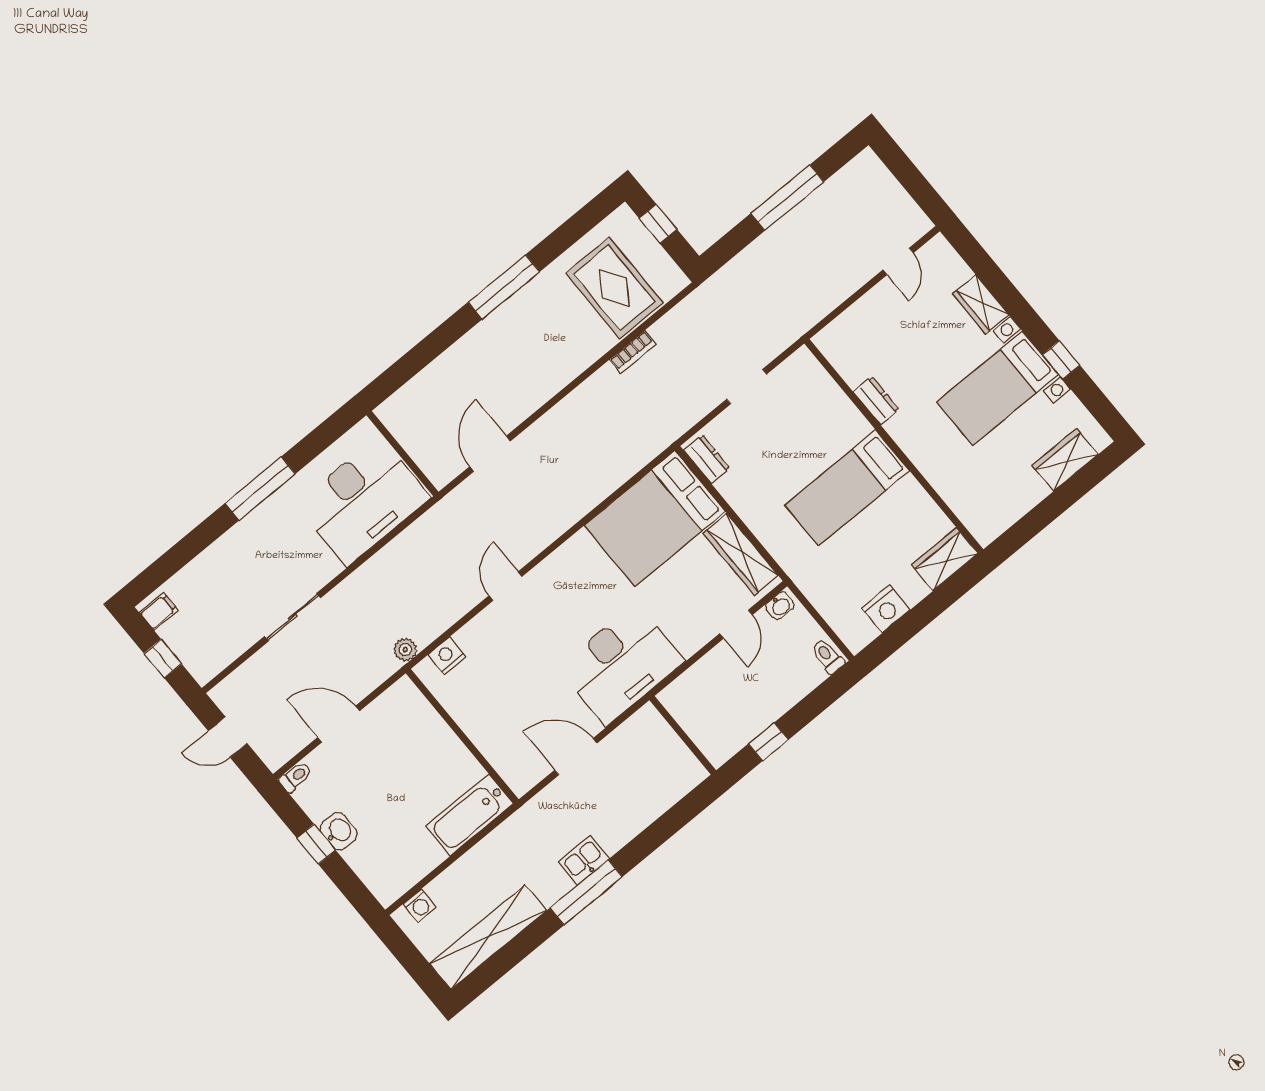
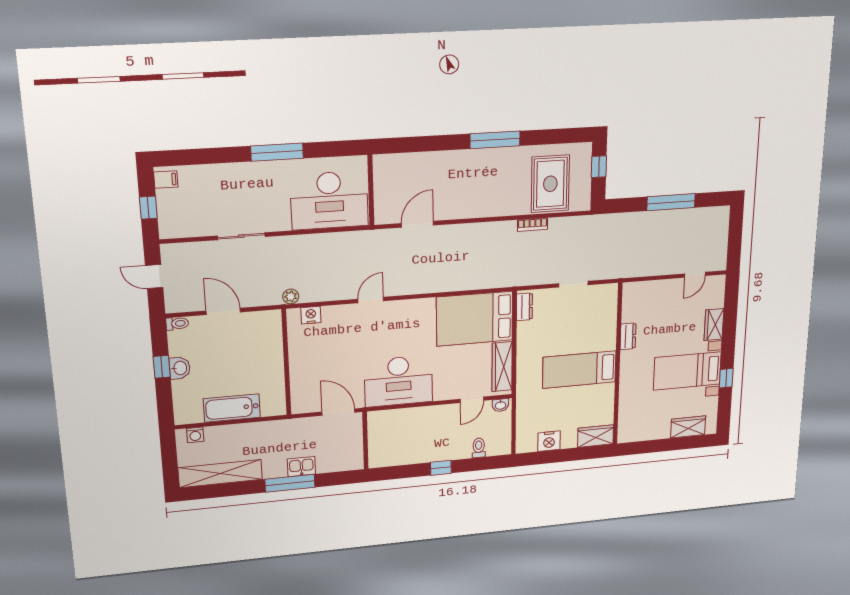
toilet: (828, 656) -> (479, 448), moved
wall: (683, 735) -> (365, 441), moved
bathtub: (470, 815) -> (232, 408), moved

